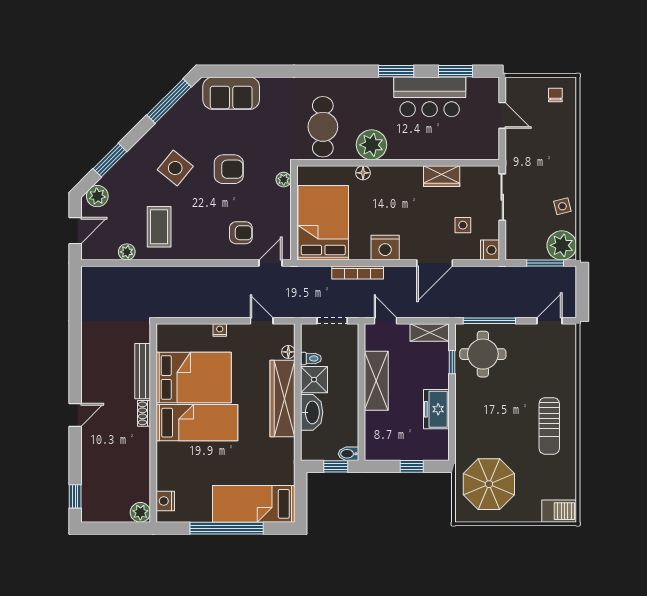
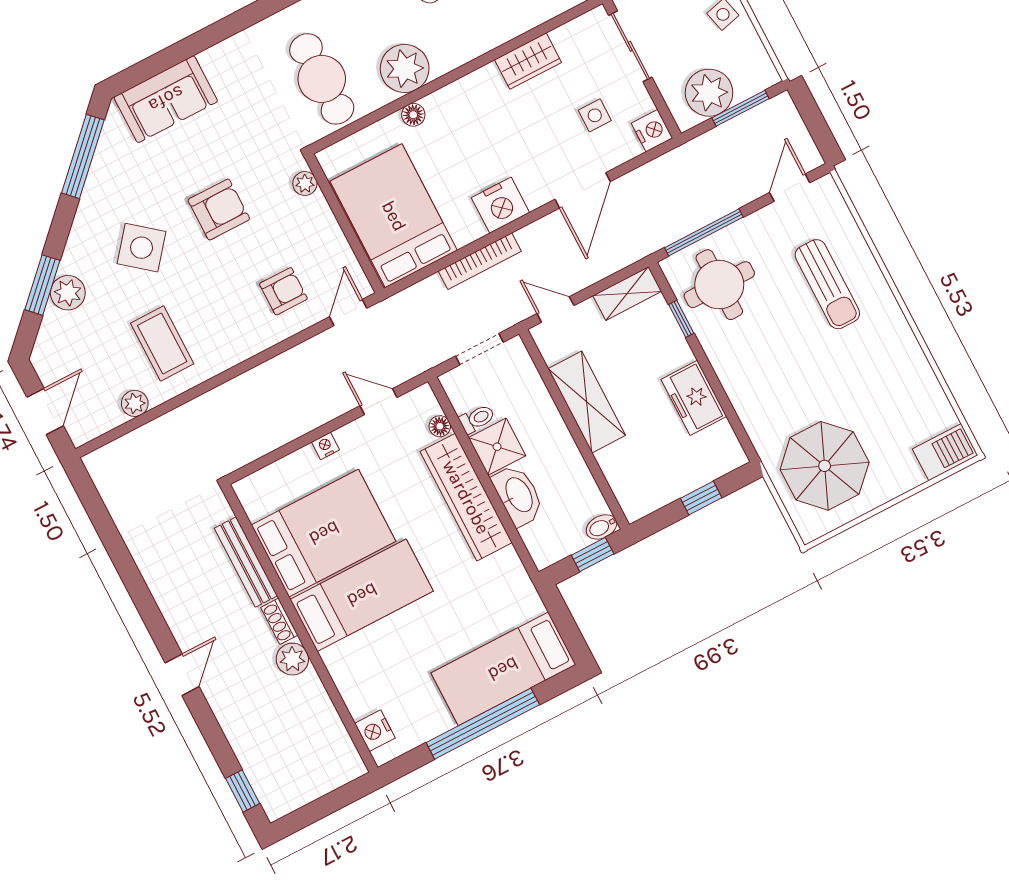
plant: (97, 196) -> (68, 293), moved
plant: (562, 245) -> (709, 93), moved
sun lounger: (549, 426) -> (827, 284), moved
plant: (140, 512) -> (292, 659), moved

